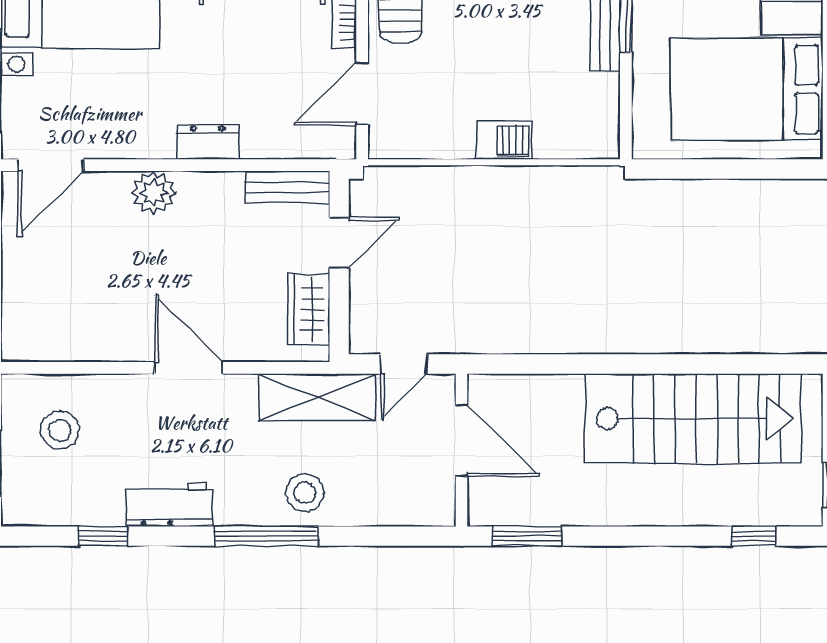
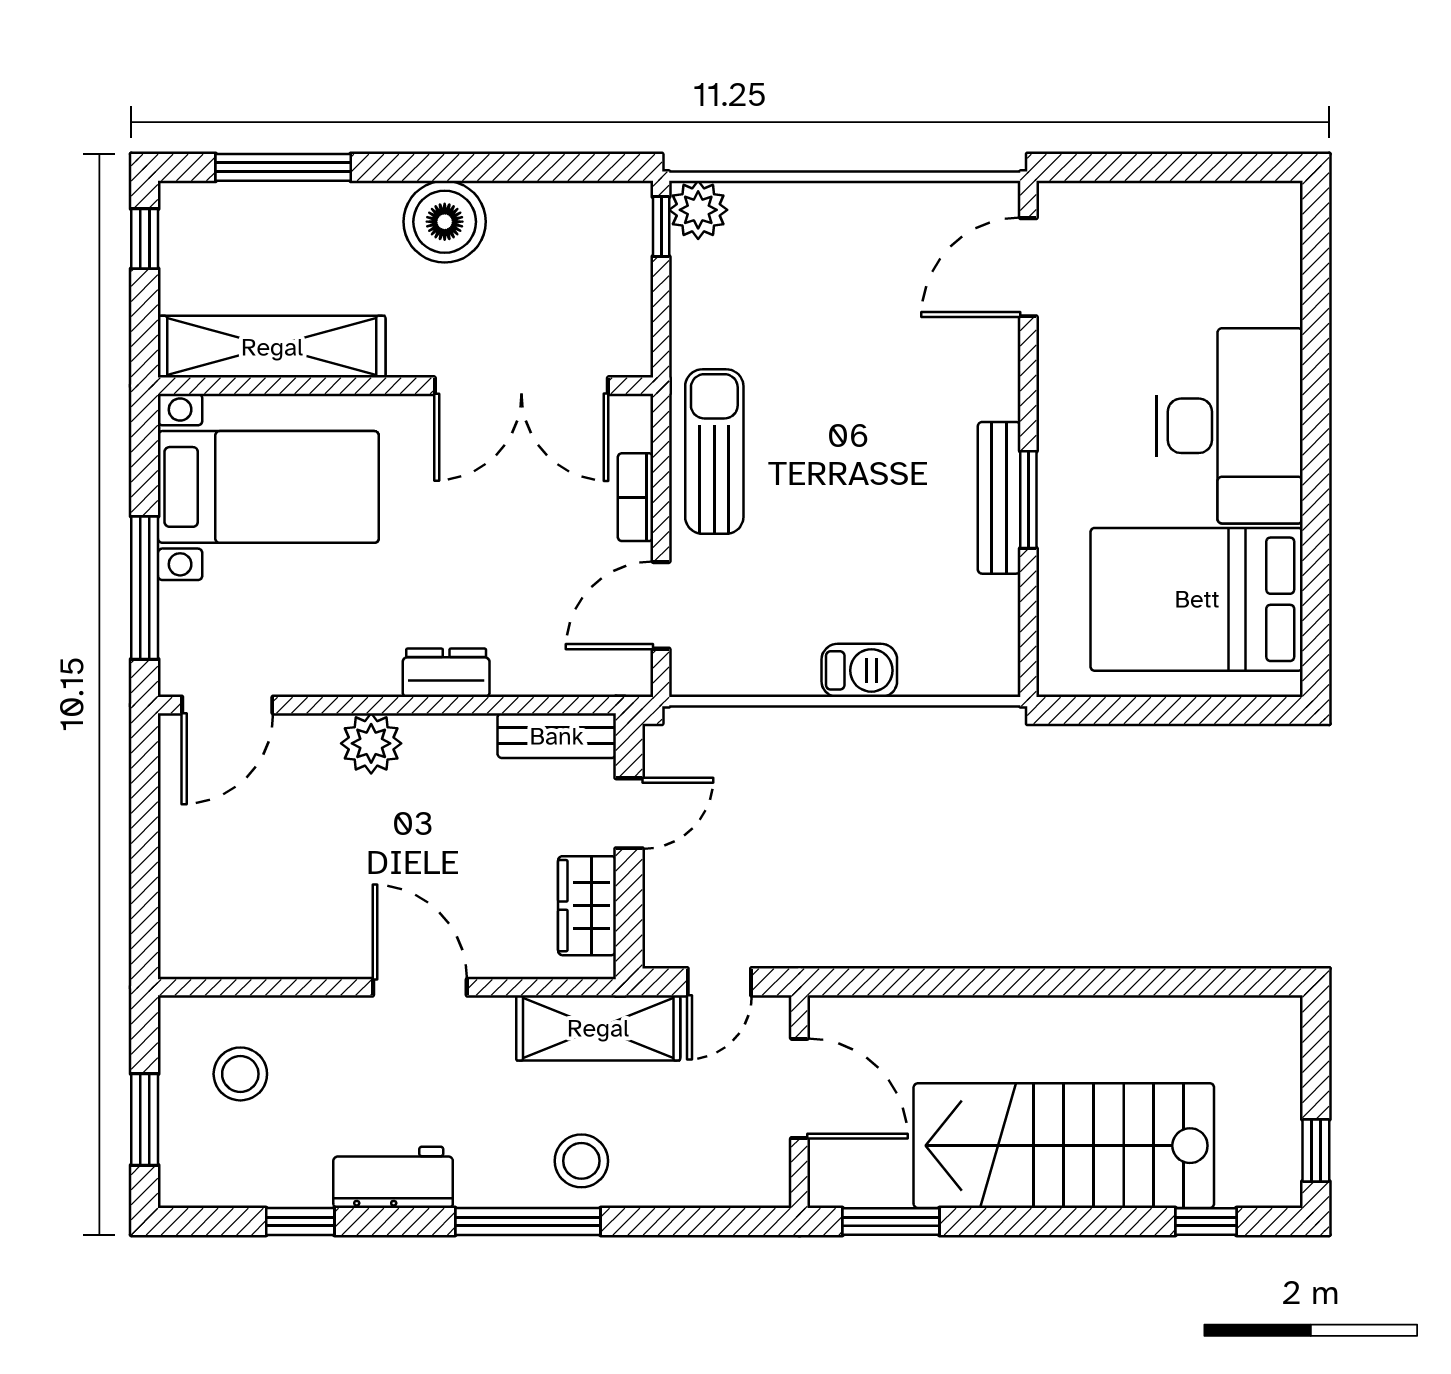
stairs: (693, 419) -> (1064, 1146), moved, turned 180

